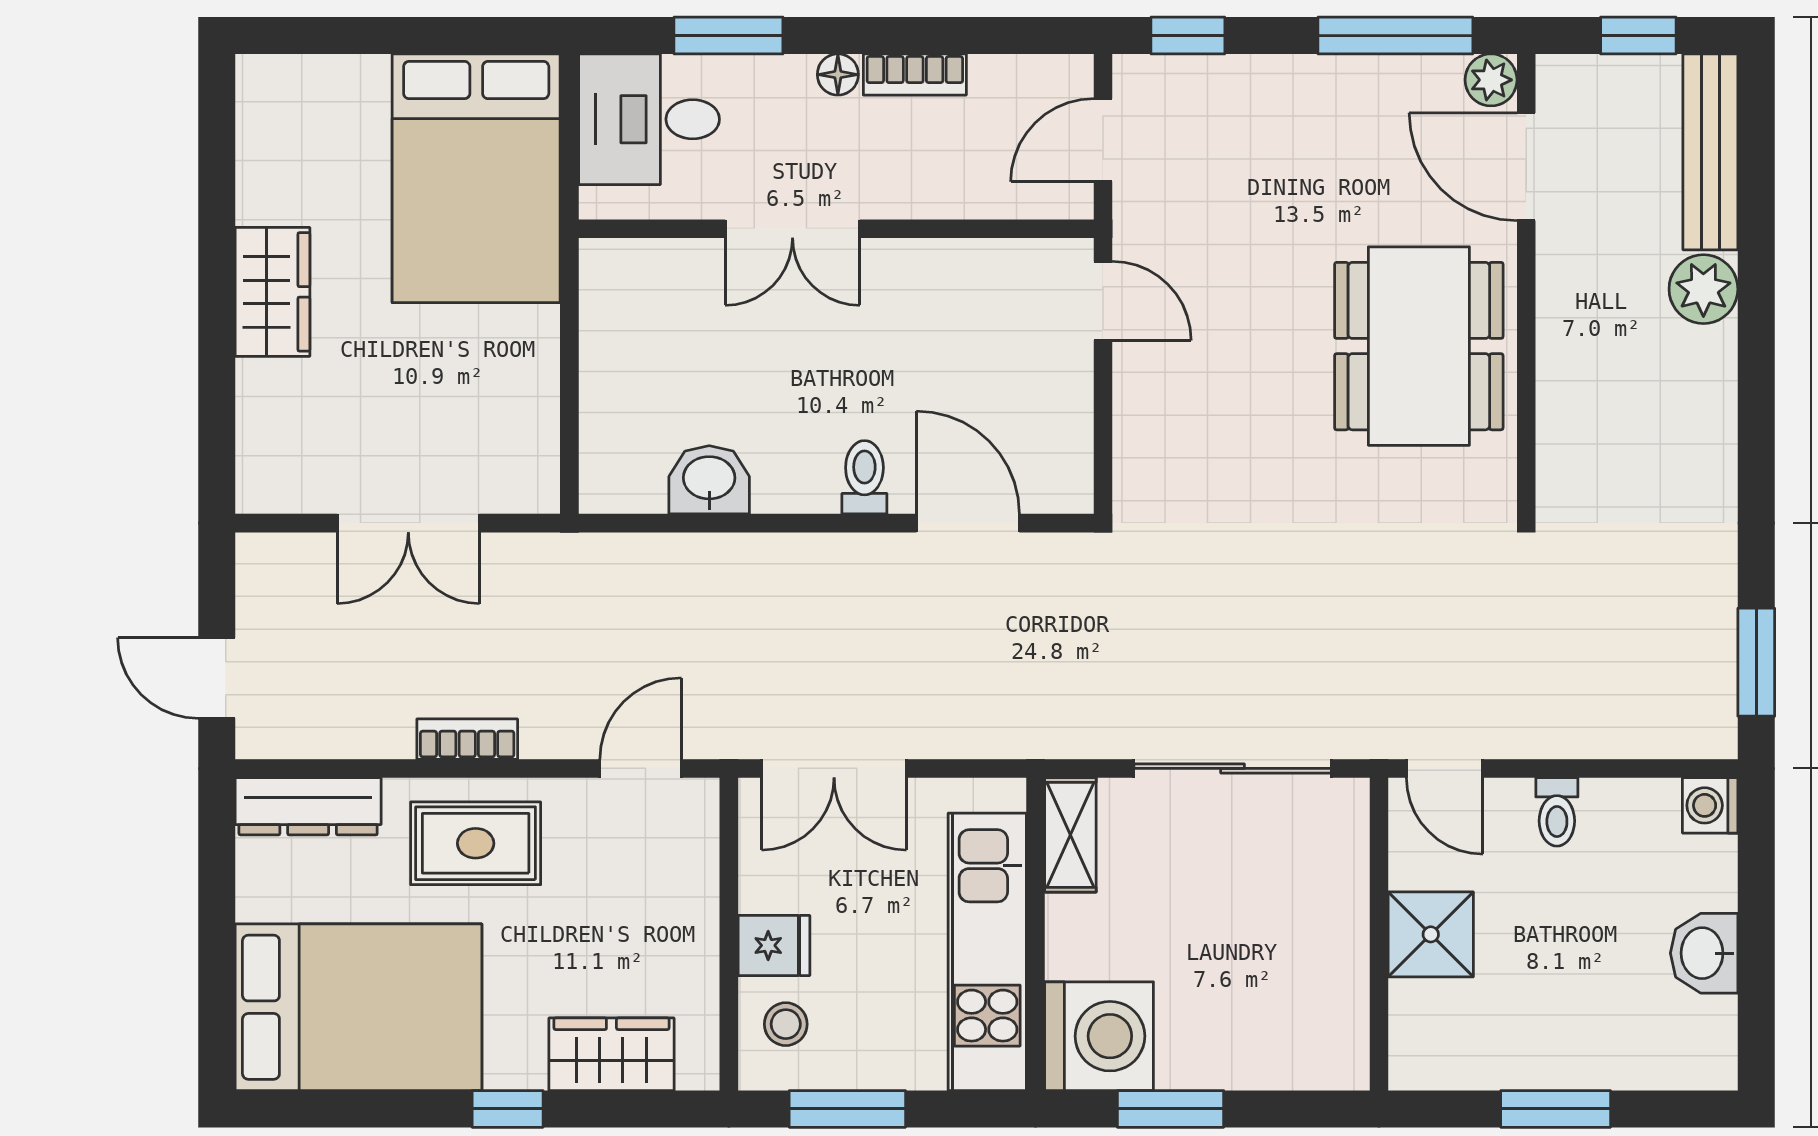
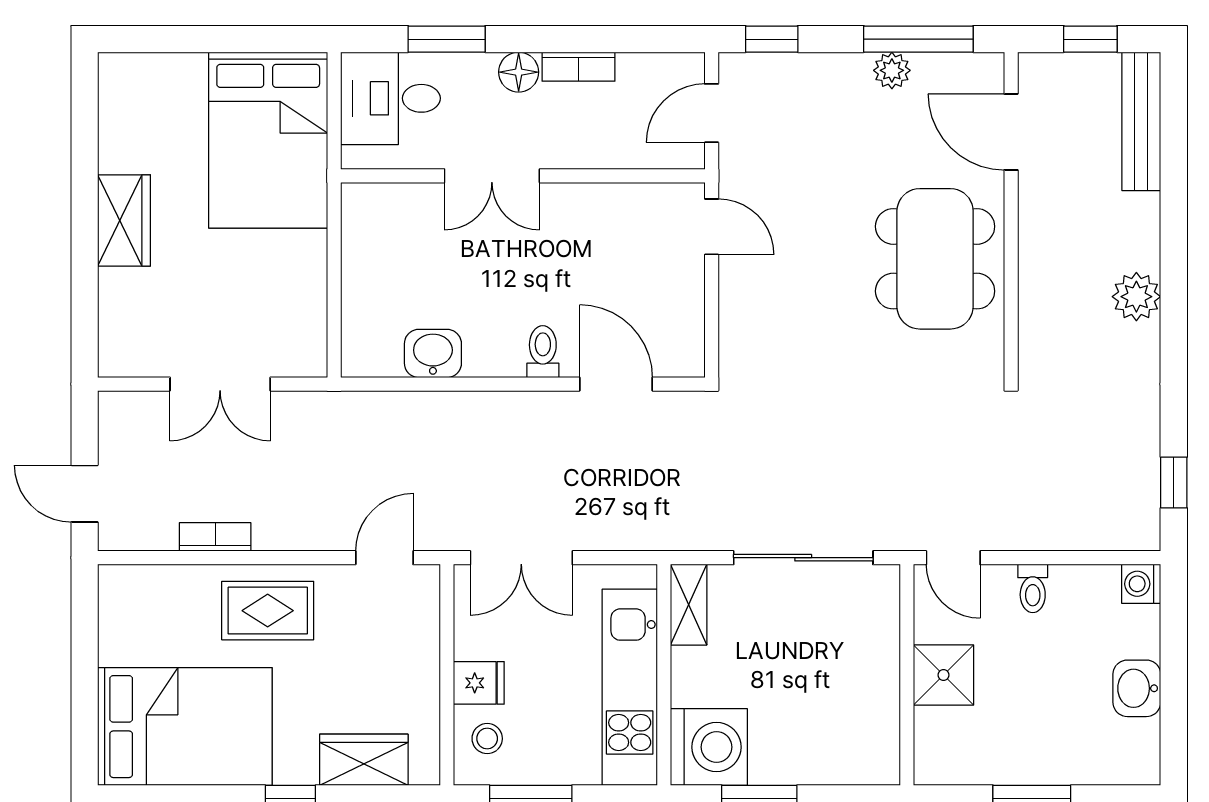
floor lamp: (838, 75) -> (519, 72), width x1.37, depth x1.37
plant: (1491, 80) -> (892, 70), moved
plant: (1703, 289) -> (1136, 297), moved
window: (1756, 662) -> (1174, 482), width x0.67
bookcase: (467, 739) -> (215, 537), moved
dresser: (308, 806) -> (149, 584), removed

